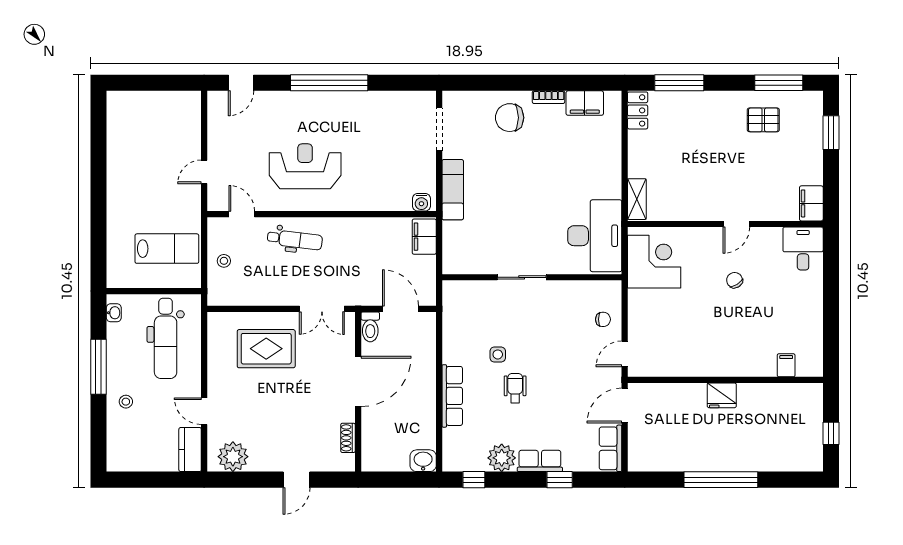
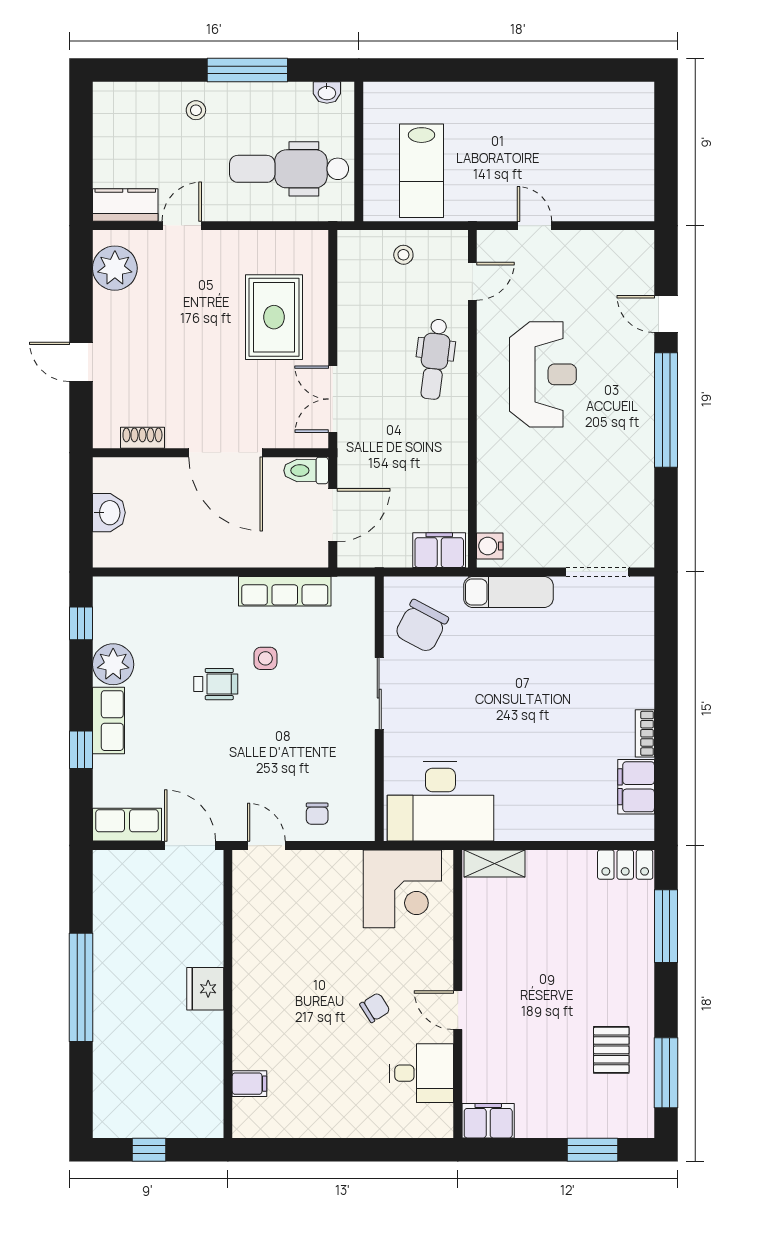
door: (241, 83) -> (666, 314), moved
chair: (510, 118) -> (421, 626), moved, turned -152
desk: (803, 249) -> (422, 1073), moved
row of seats: (452, 396) -> (285, 591), moved
washbasin: (423, 461) -> (109, 513), moved

